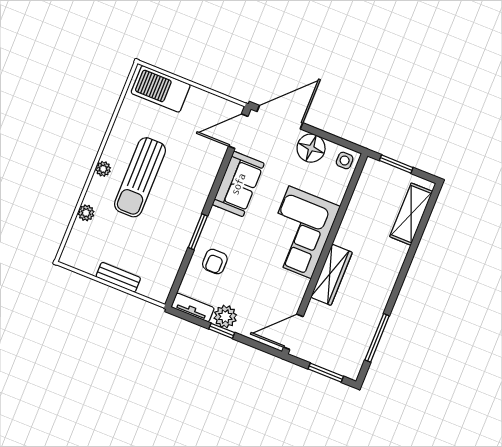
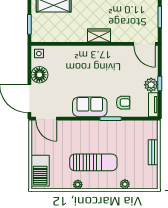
plant: (103, 169) -> (78, 185), moved
sofa: (238, 184) -> (90, 107), moved
corner sofa: (300, 232) -> (88, 62), removed
wardrobe: (331, 275) -> (99, 36), width x0.67

